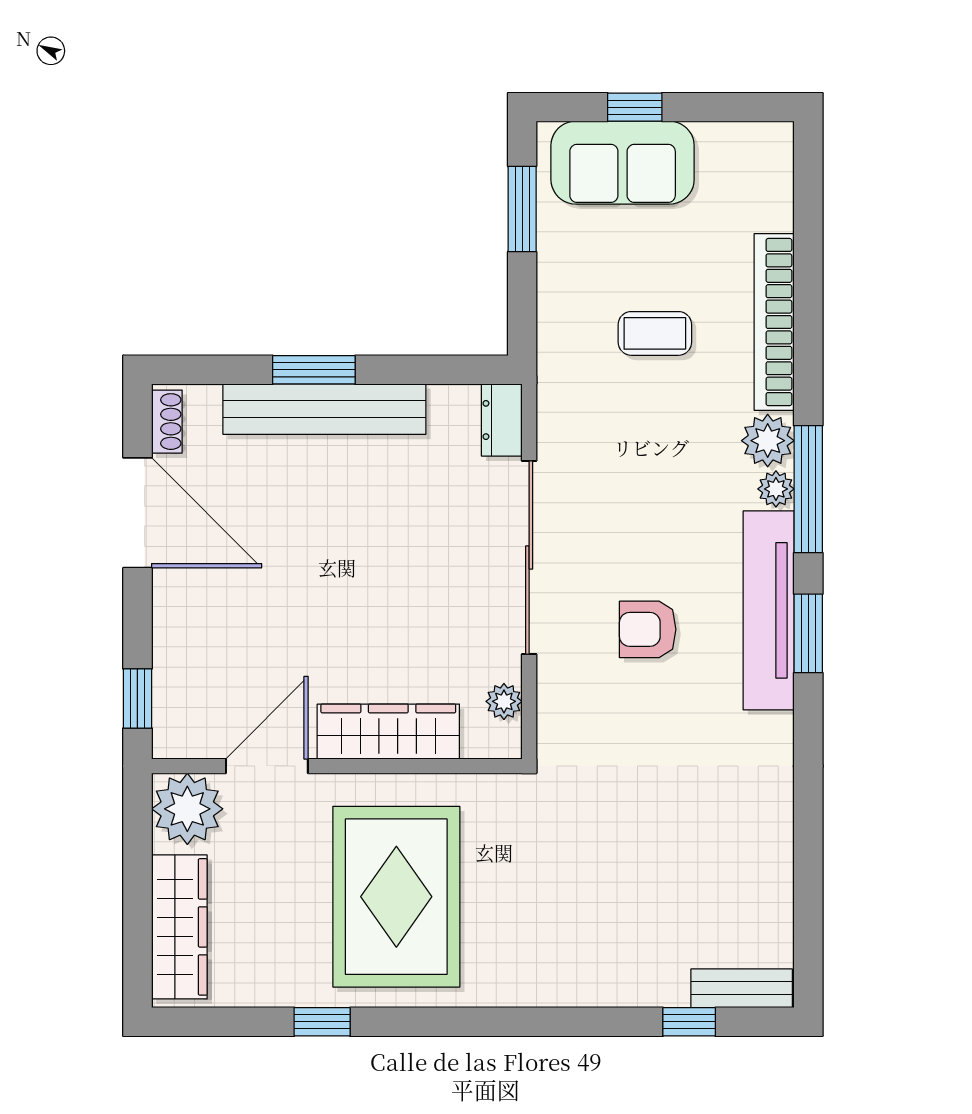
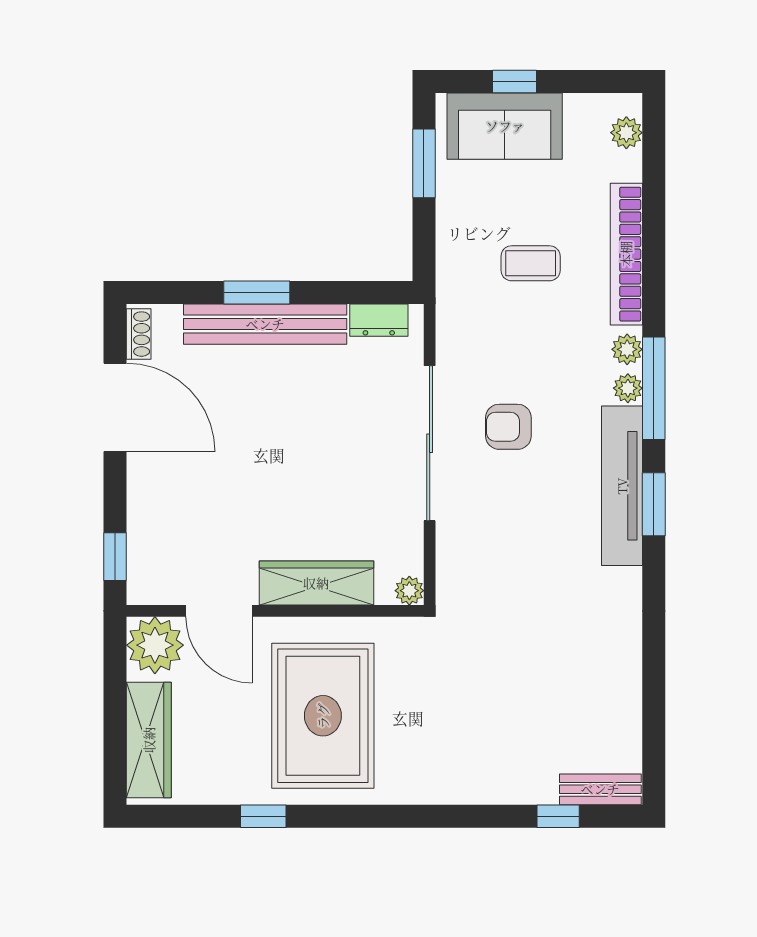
plant: (774, 171) -> (626, 133), added
dresser: (502, 420) -> (379, 320), moved, turned -90
plant: (768, 441) -> (627, 349), width x0.73, depth x0.73
armchair: (648, 629) -> (508, 427), moved
plant: (504, 701) -> (409, 591), moved
door: (267, 766) -> (219, 611), swing flipped

